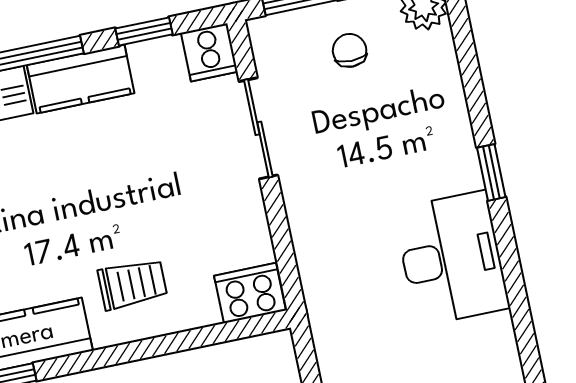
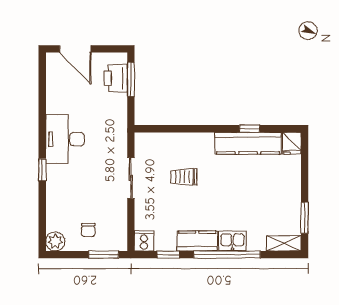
sliding door: (258, 128) -> (131, 178), moved
trolley: (132, 284) -> (184, 177), moved
cooker: (250, 293) -> (148, 142), removed

